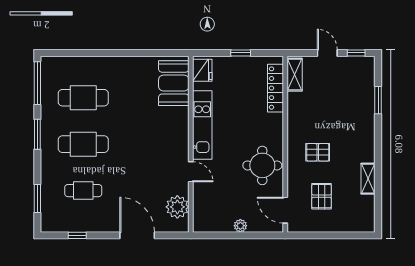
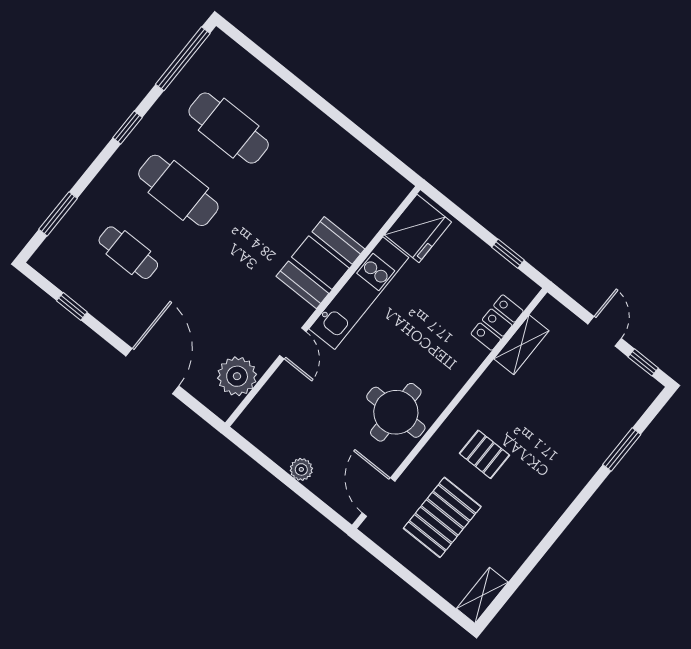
window: (241, 53) -> (508, 254), moved
fridge: (202, 70) -> (418, 228), width x1.36, depth x1.34
shelving: (295, 75) -> (521, 345), moved
booth: (174, 83) -> (320, 263), moved
locker: (276, 88) -> (497, 323), width x0.66
window: (37, 134) -> (128, 128), width x0.67
shelving: (368, 179) -> (482, 595), moved
pallet: (322, 196) -> (442, 517), width x1.50, depth x1.42

